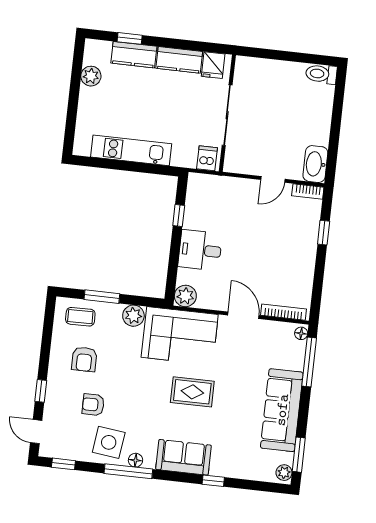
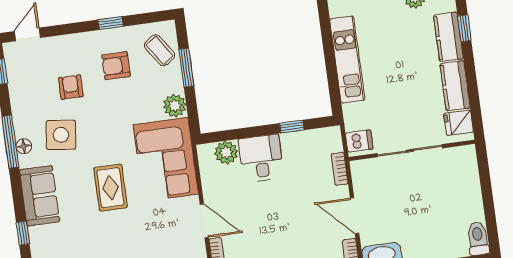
door: (273, 179) -> (355, 216), width x1.38
bookcase: (227, 182) -> (340, 169), added
plant: (185, 296) -> (226, 153), moved
door: (243, 315) -> (204, 221), hinge flipped
coffee table: (80, 317) -> (160, 50), turned -33
window: (41, 391) -> (111, 23), moved
side table: (109, 442) -> (61, 135), moved

